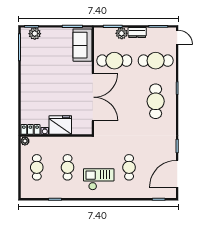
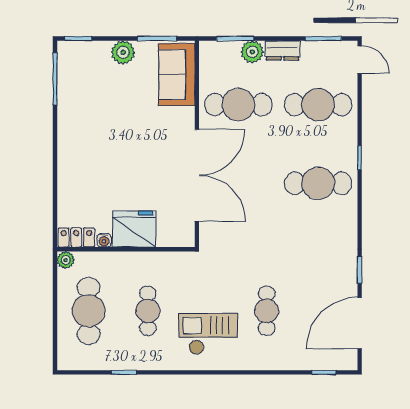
plant: (35, 34) -> (123, 52), moved
cafe table: (156, 101) -> (318, 183), turned 90
cafe table: (37, 167) -> (89, 311), width x1.37, depth x1.35

